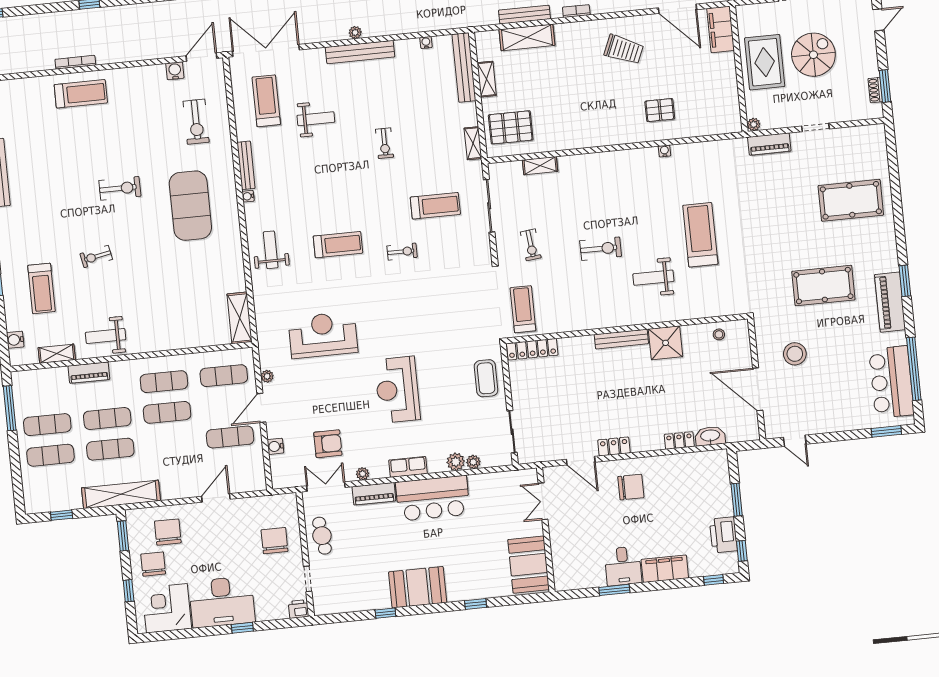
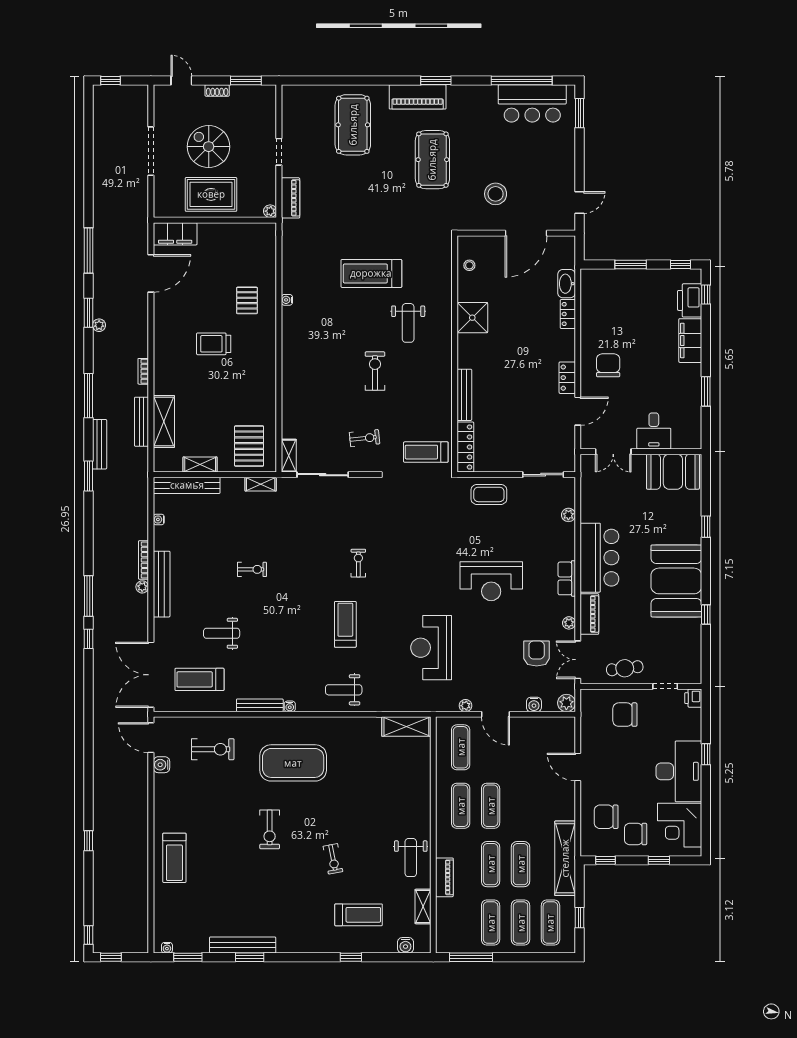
trolley: (624, 50) -> (214, 344), moved, turned -113
bookcase: (75, 62) -> (143, 560), moved
shoe rack: (875, 90) -> (217, 90), moved
treadmill: (81, 94) -> (174, 858), turned 180
weight bench: (316, 119) -> (222, 633), turned -90
shelving: (540, 166) -> (289, 456), moved
exercise bike: (120, 188) -> (270, 829), turned 180
treadmill: (435, 206) -> (317, 526), removed
piano: (890, 302) -> (418, 97), moved
bench: (621, 339) -> (464, 395), moved
exercise mat: (230, 437) -> (550, 923), moved
plant: (456, 462) -> (566, 703), moved
printer: (723, 535) -> (690, 300), moved, turned 90
window: (123, 536) -> (605, 860), width x0.67
desk: (623, 566) -> (654, 431), moved, turned 90
booth: (418, 587) -> (676, 581), width x1.36, depth x1.42

